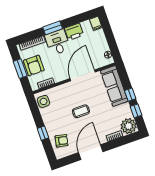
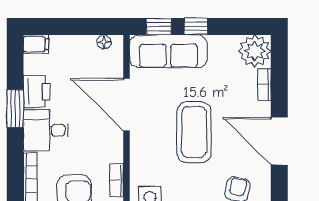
window: (53, 28) -> (15, 109), moved
coffee table: (81, 111) -> (194, 132), width x1.86, depth x1.72
window: (136, 111) -> (159, 26), moved

